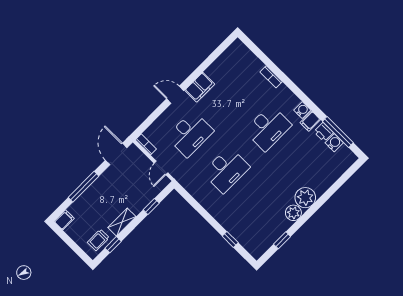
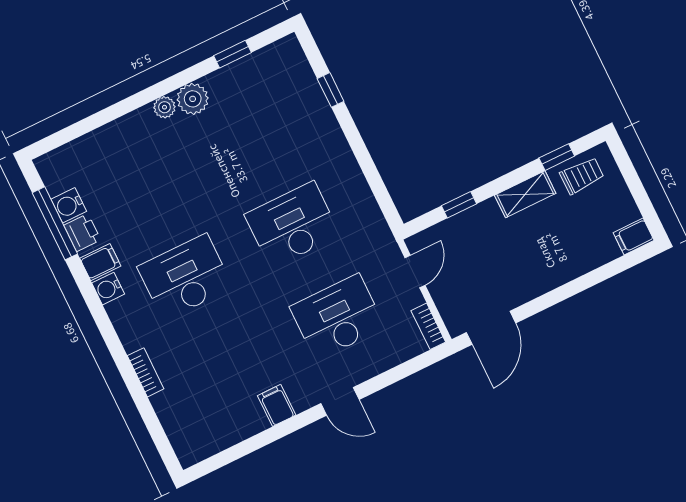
filing cabinet: (200, 87) -> (277, 405), width x0.50
window: (84, 187) -> (575, 287), removed
plant: (305, 198) -> (164, 107), width x0.53, depth x0.53

